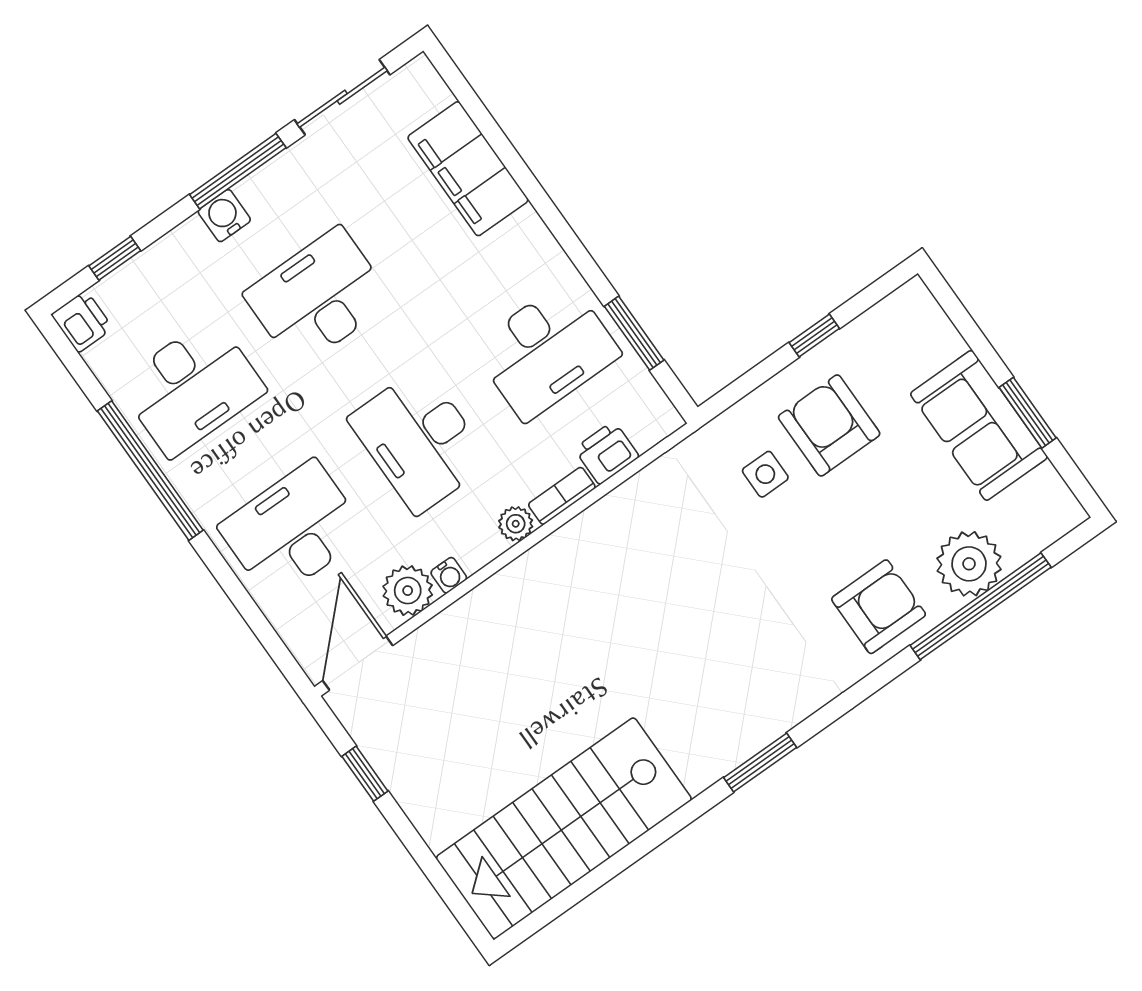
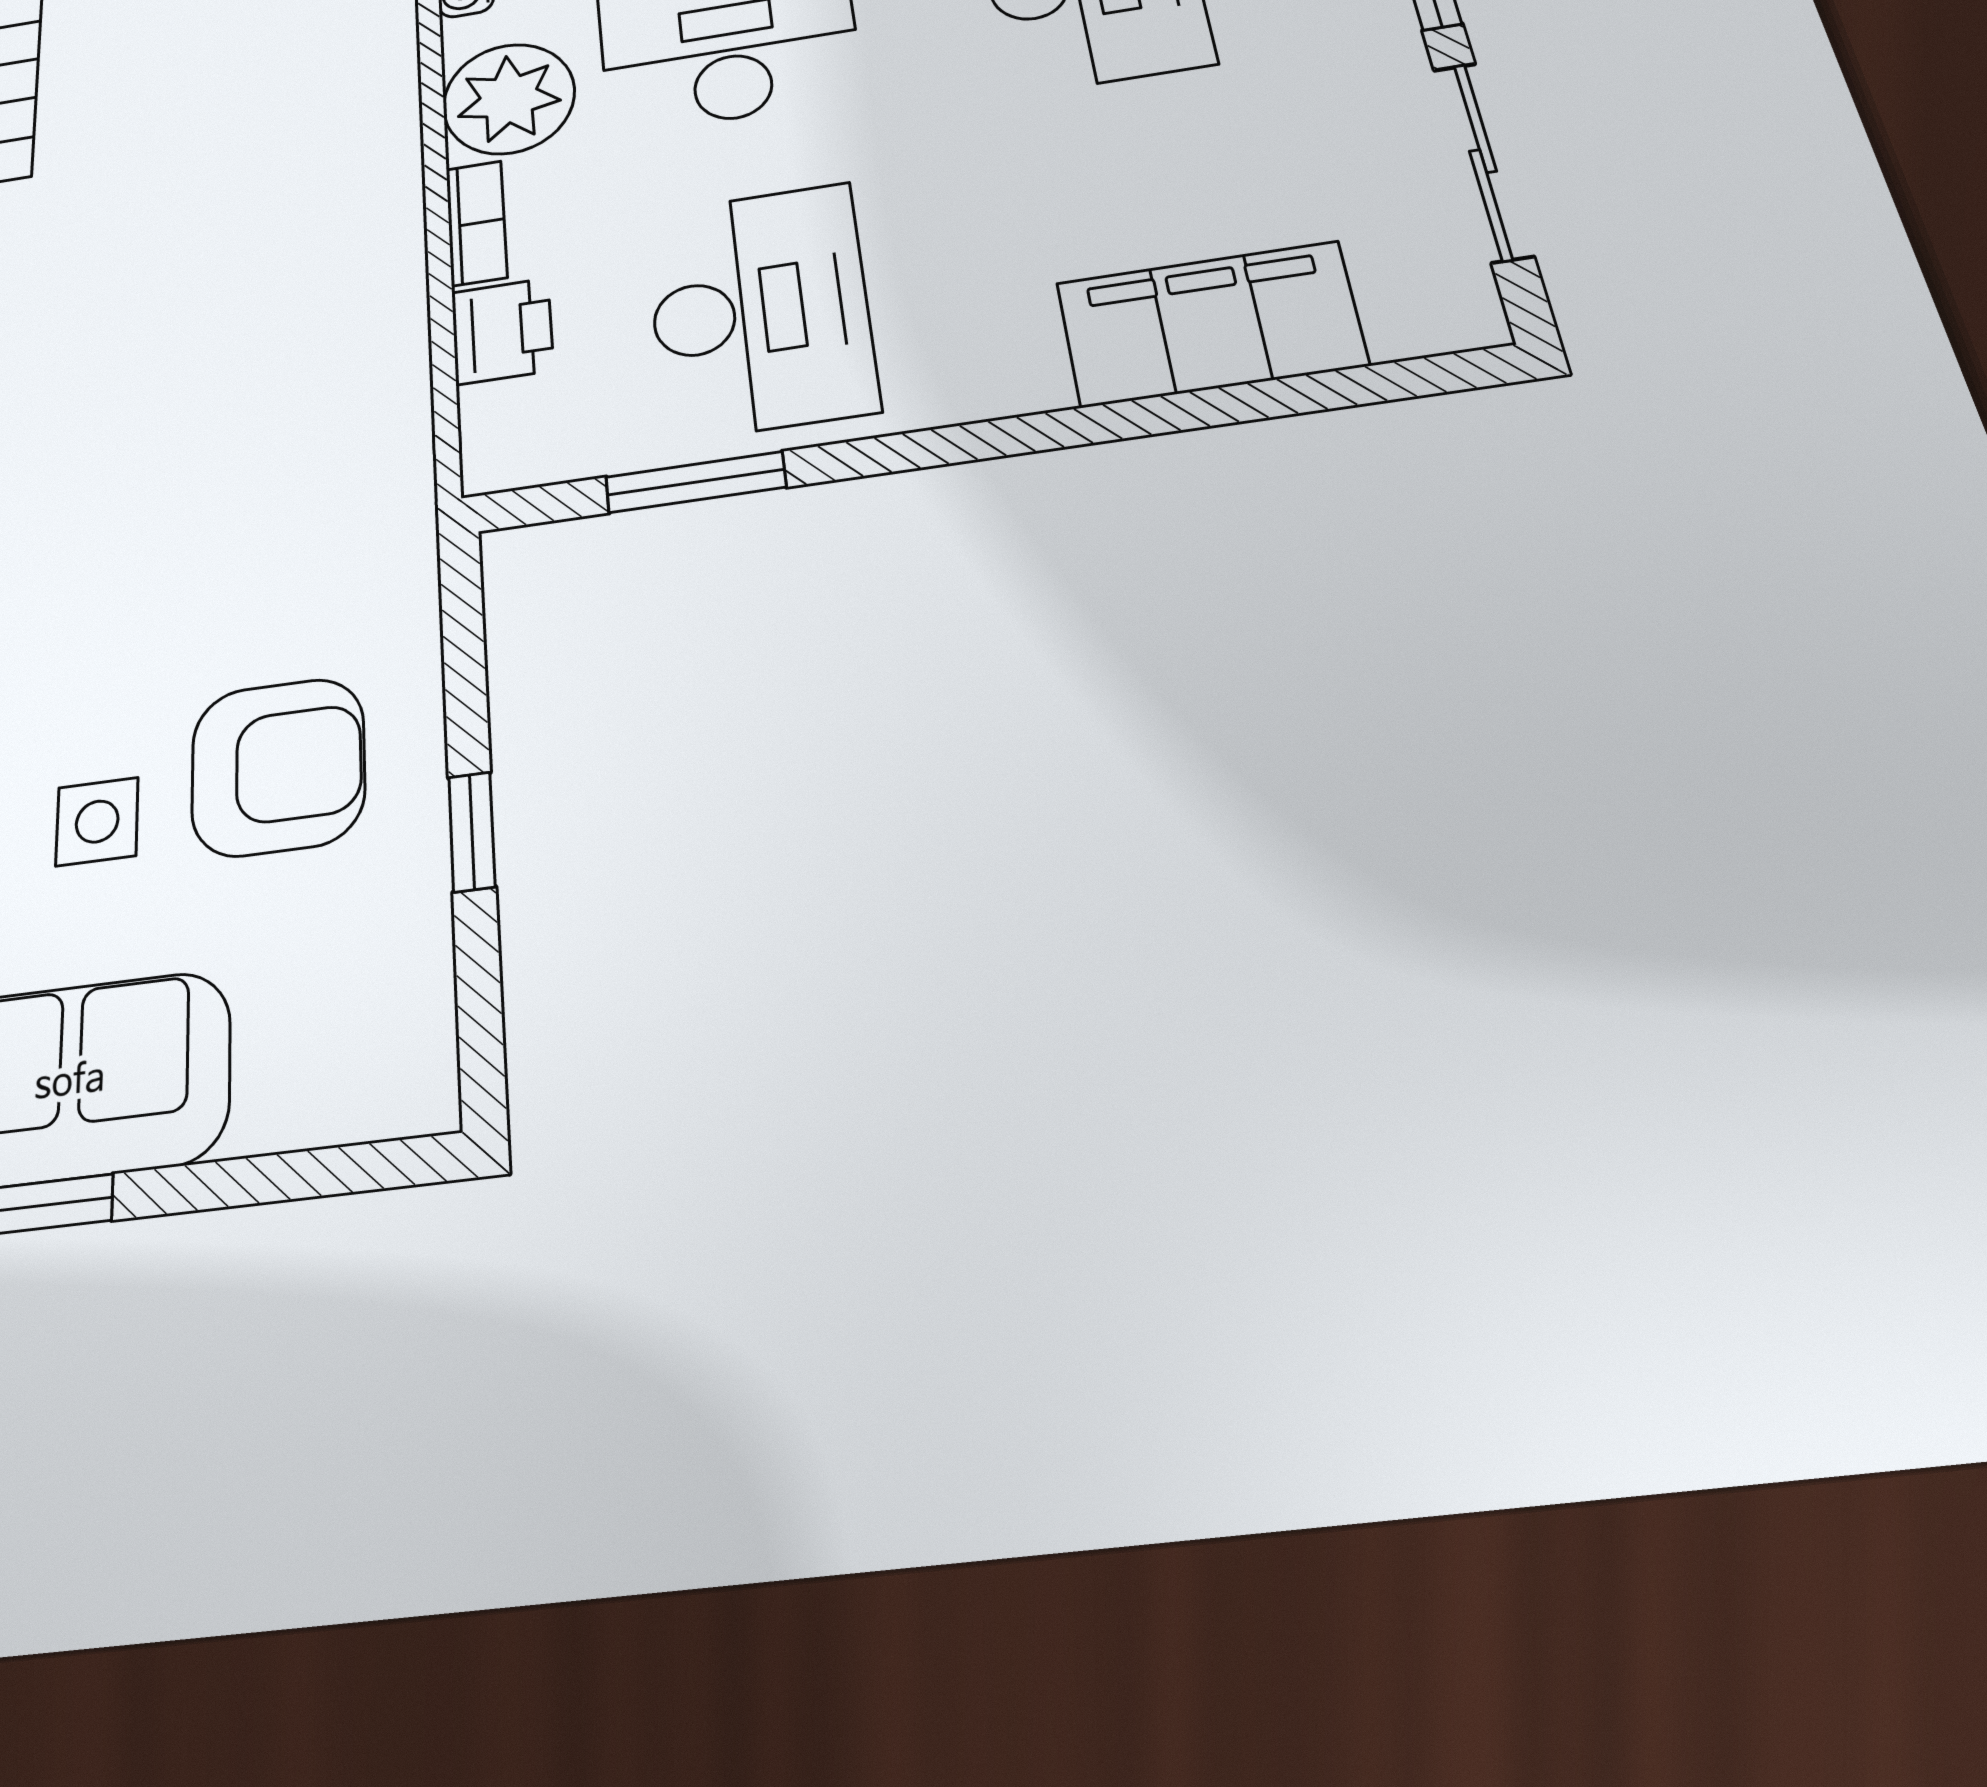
desk: (546, 351) -> (760, 310), turned 180
side table: (765, 474) -> (97, 822), moved
plant: (516, 524) -> (509, 99), width x1.88, depth x1.88

